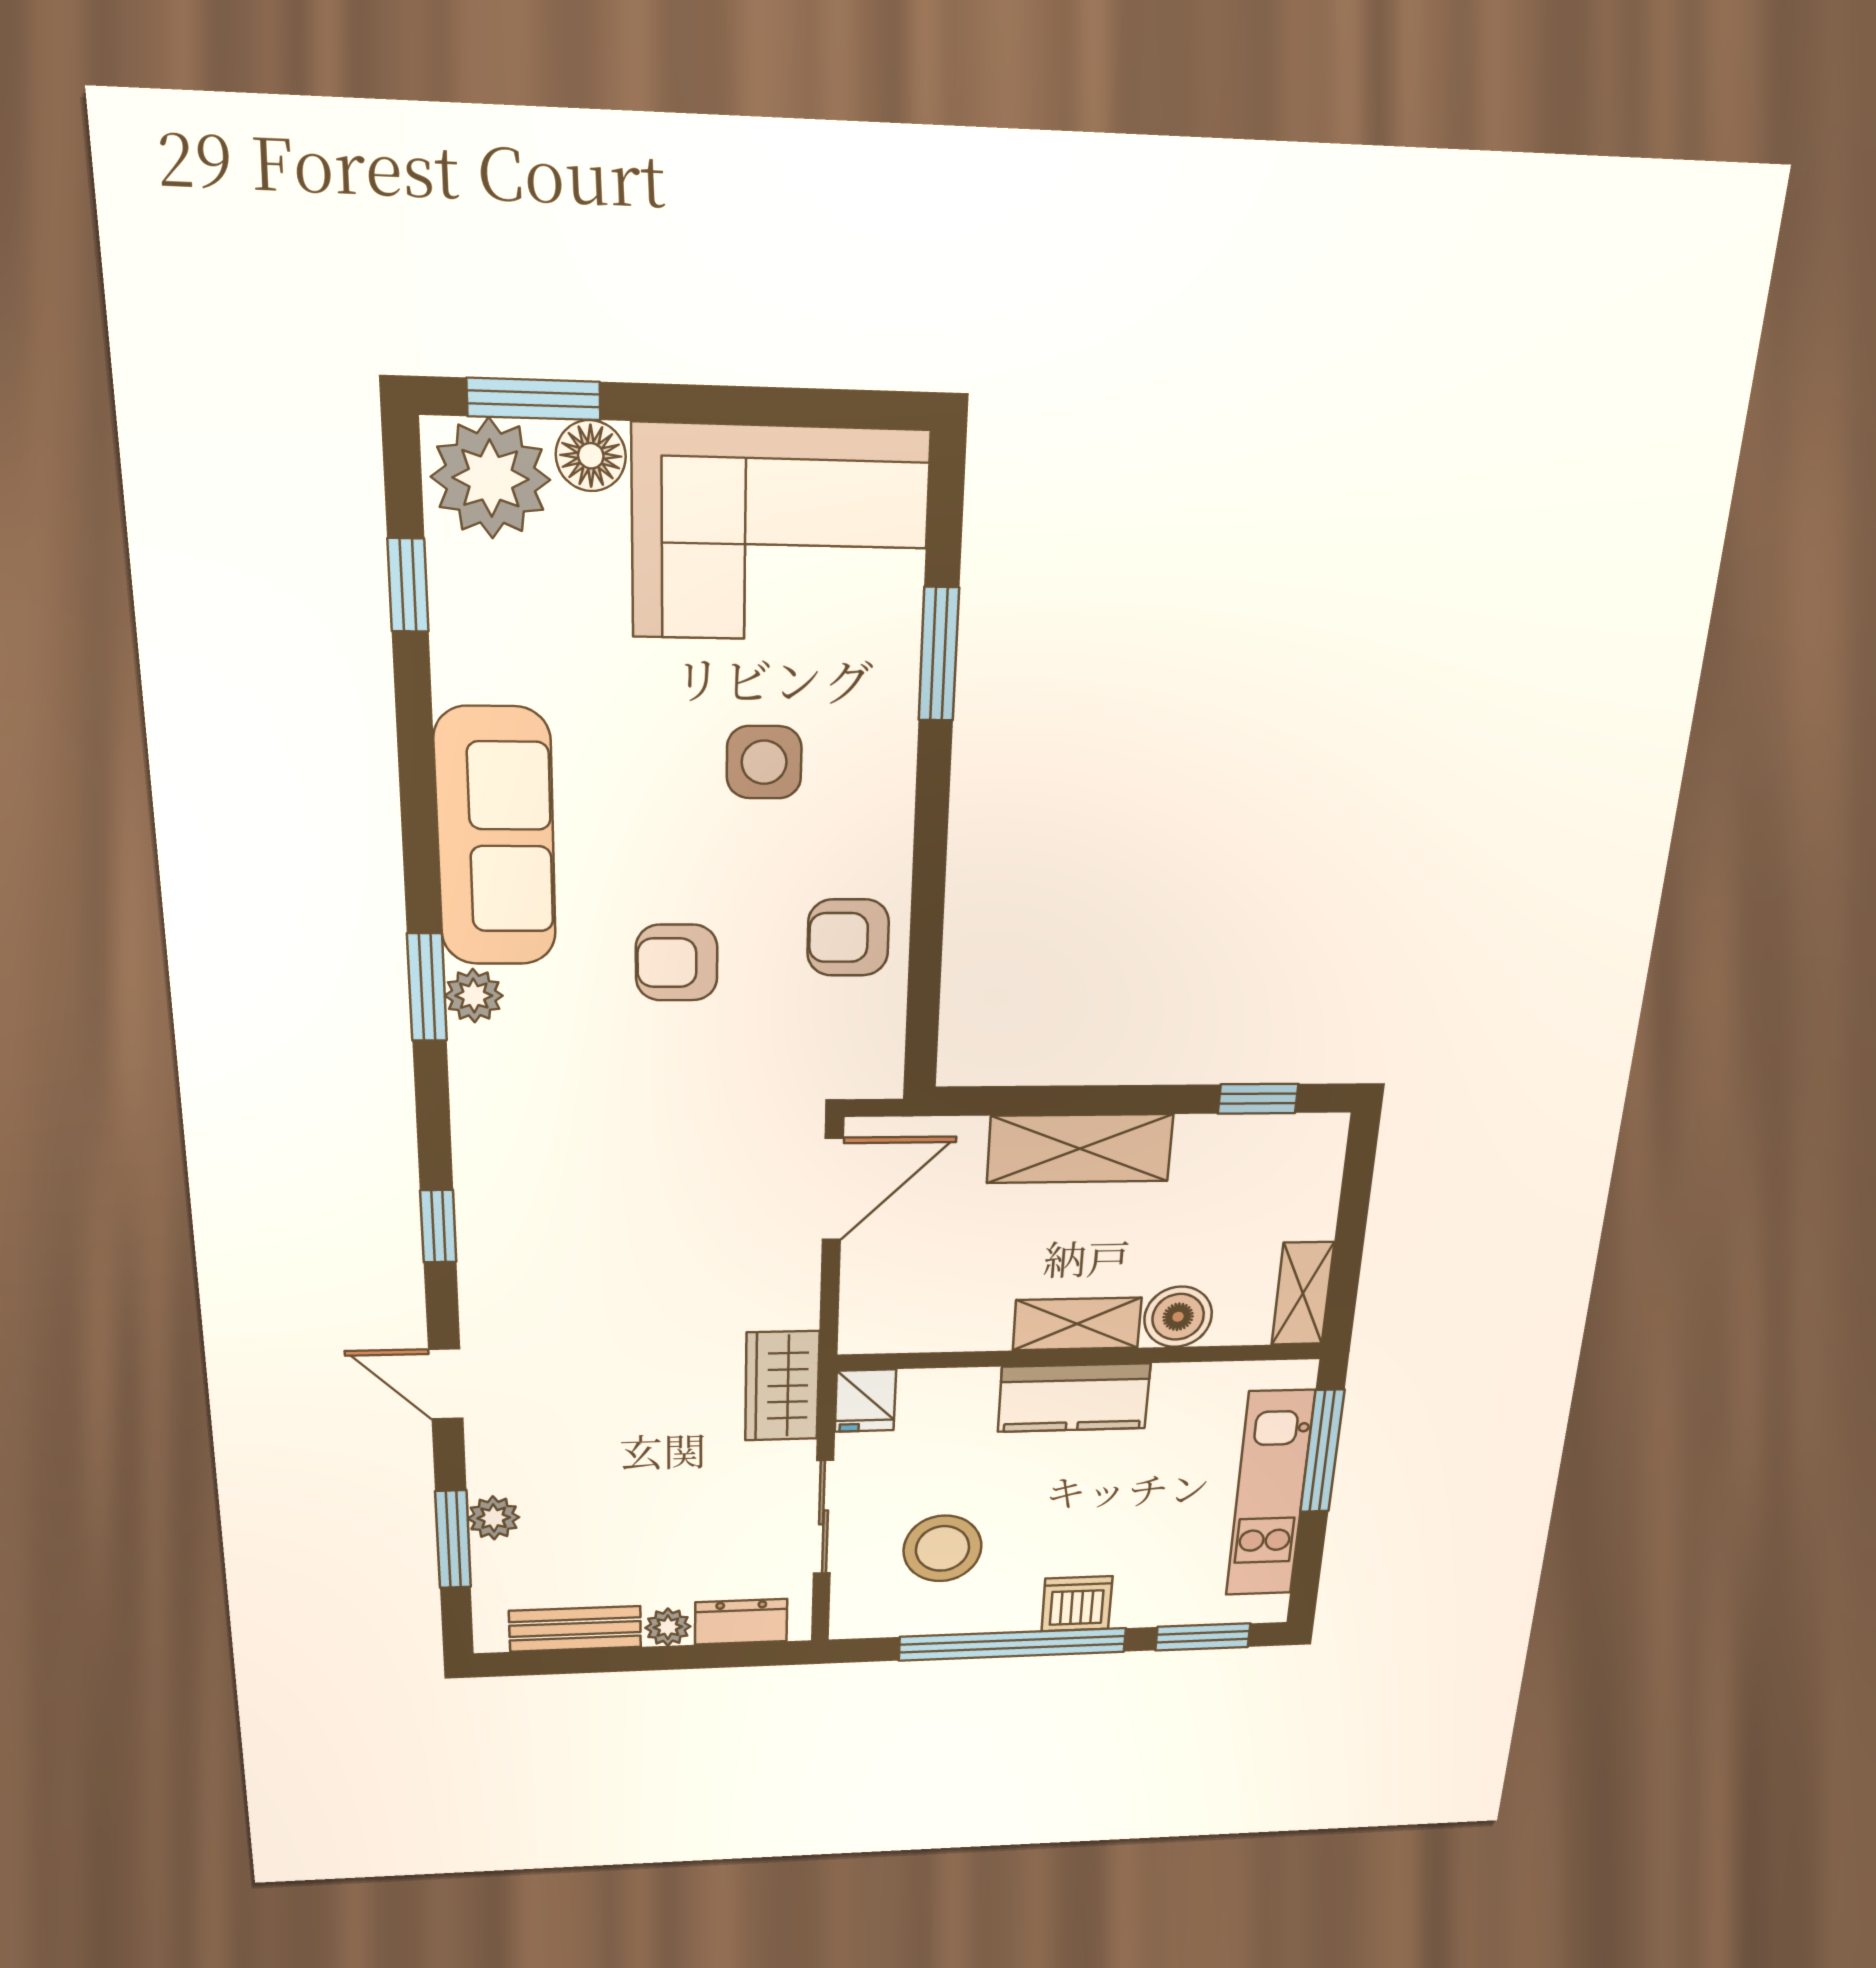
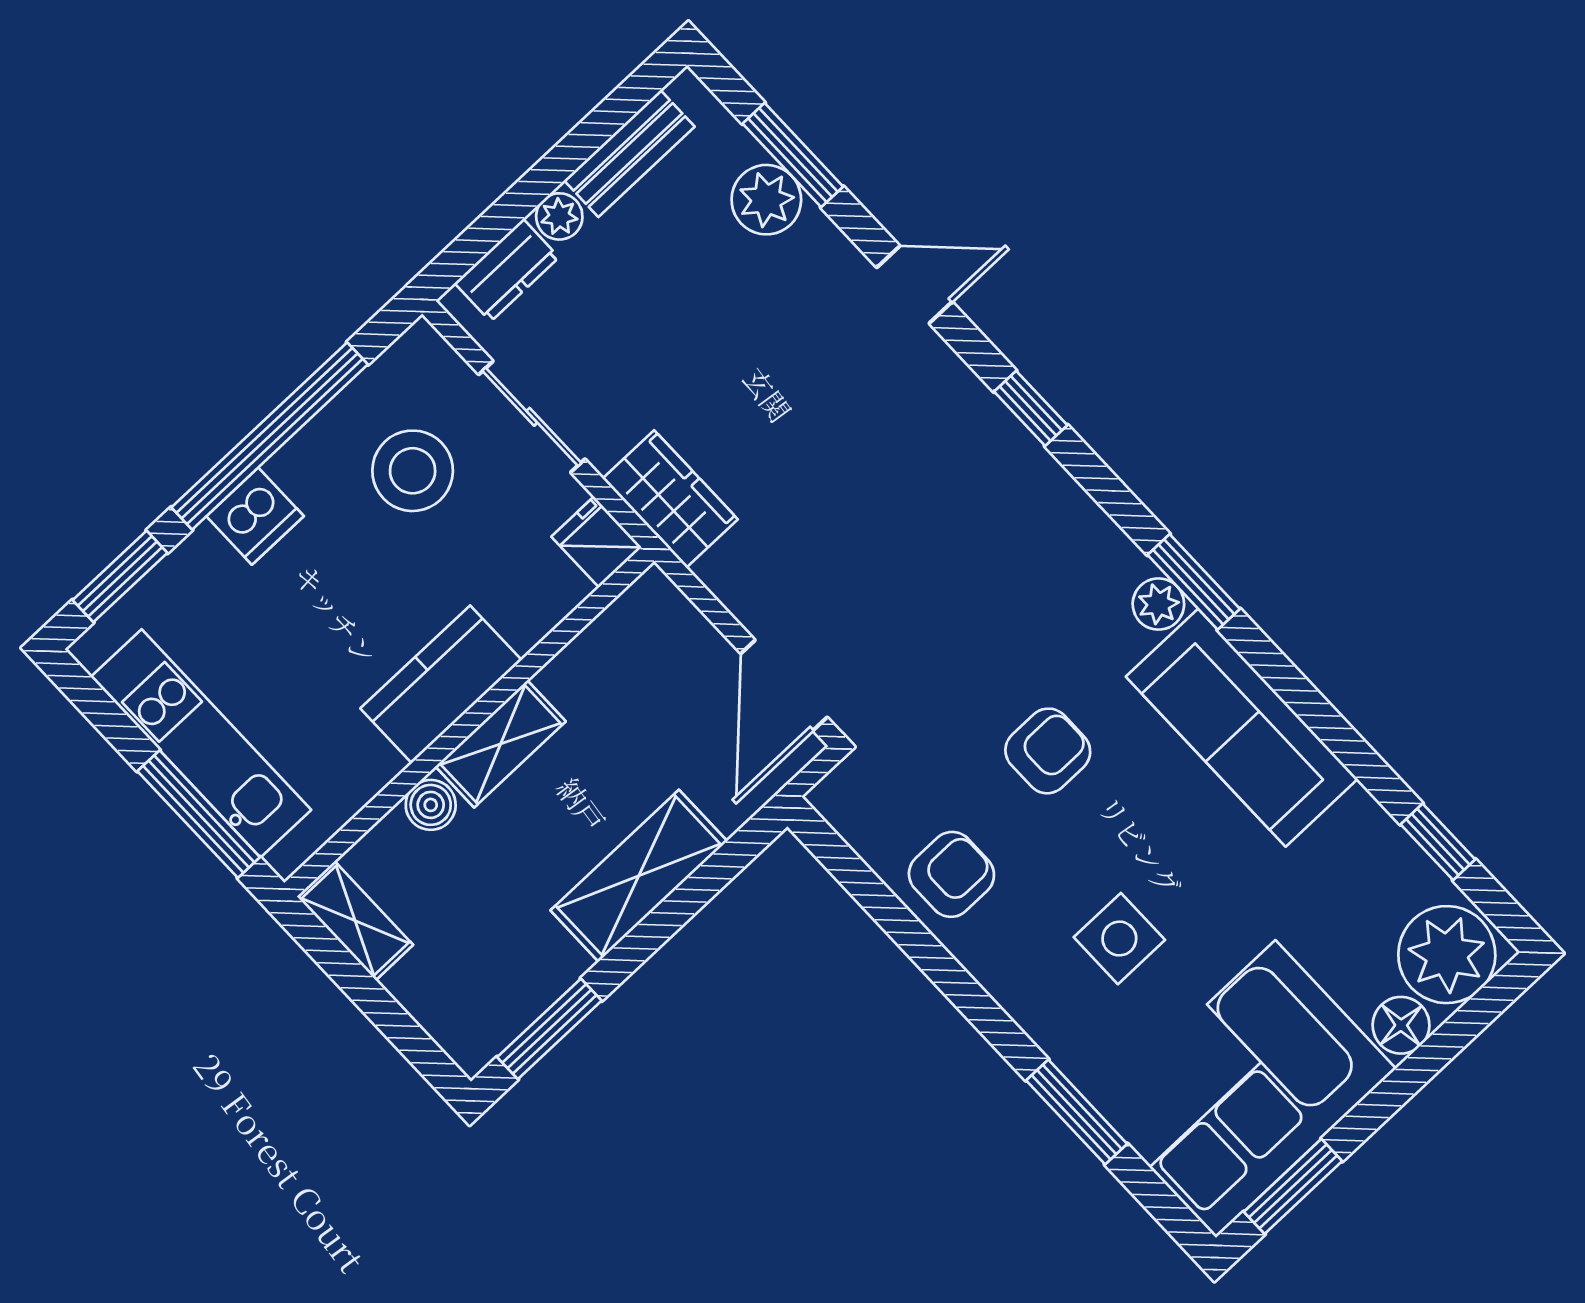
window: (534, 399) -> (1293, 1186), moved
window: (1258, 1099) -> (549, 1029), width x1.50
boiler: (1178, 1317) -> (431, 805), width x0.73, depth x0.73
plant: (494, 1518) -> (766, 200), width x1.38, depth x1.38

